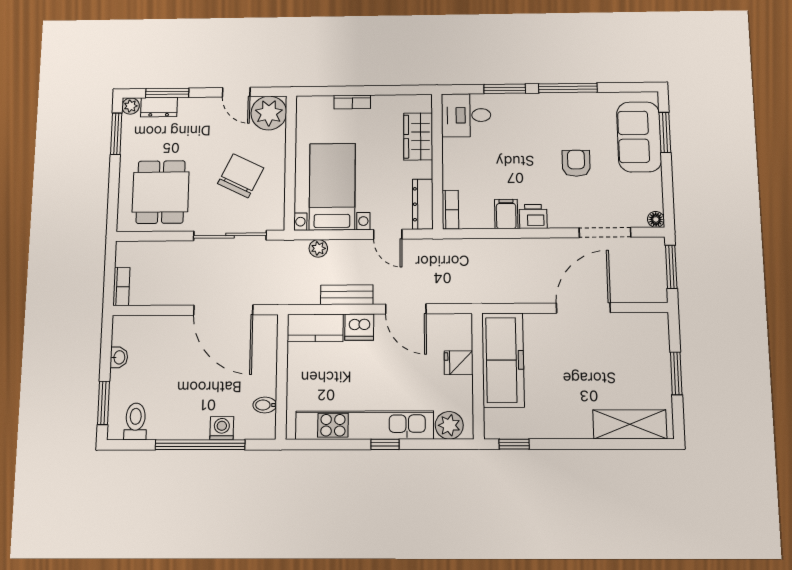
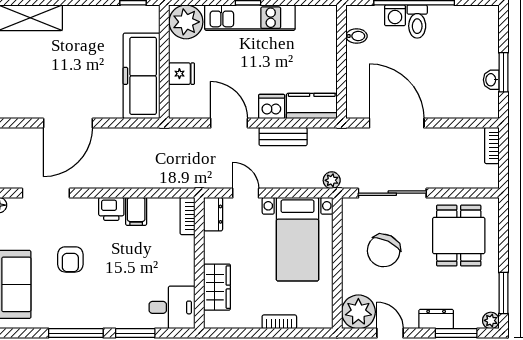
dresser: (159, 107) -> (436, 319), moved
dresser: (423, 204) -> (213, 214), width x0.70
plant: (318, 248) -> (332, 180), moved
window: (103, 403) -> (503, 72), moved
toilet: (135, 421) -> (417, 22), moved
kitchen unit: (365, 425) -> (250, 18), width x0.73
plant: (449, 425) -> (186, 22), width x1.36, depth x1.36

